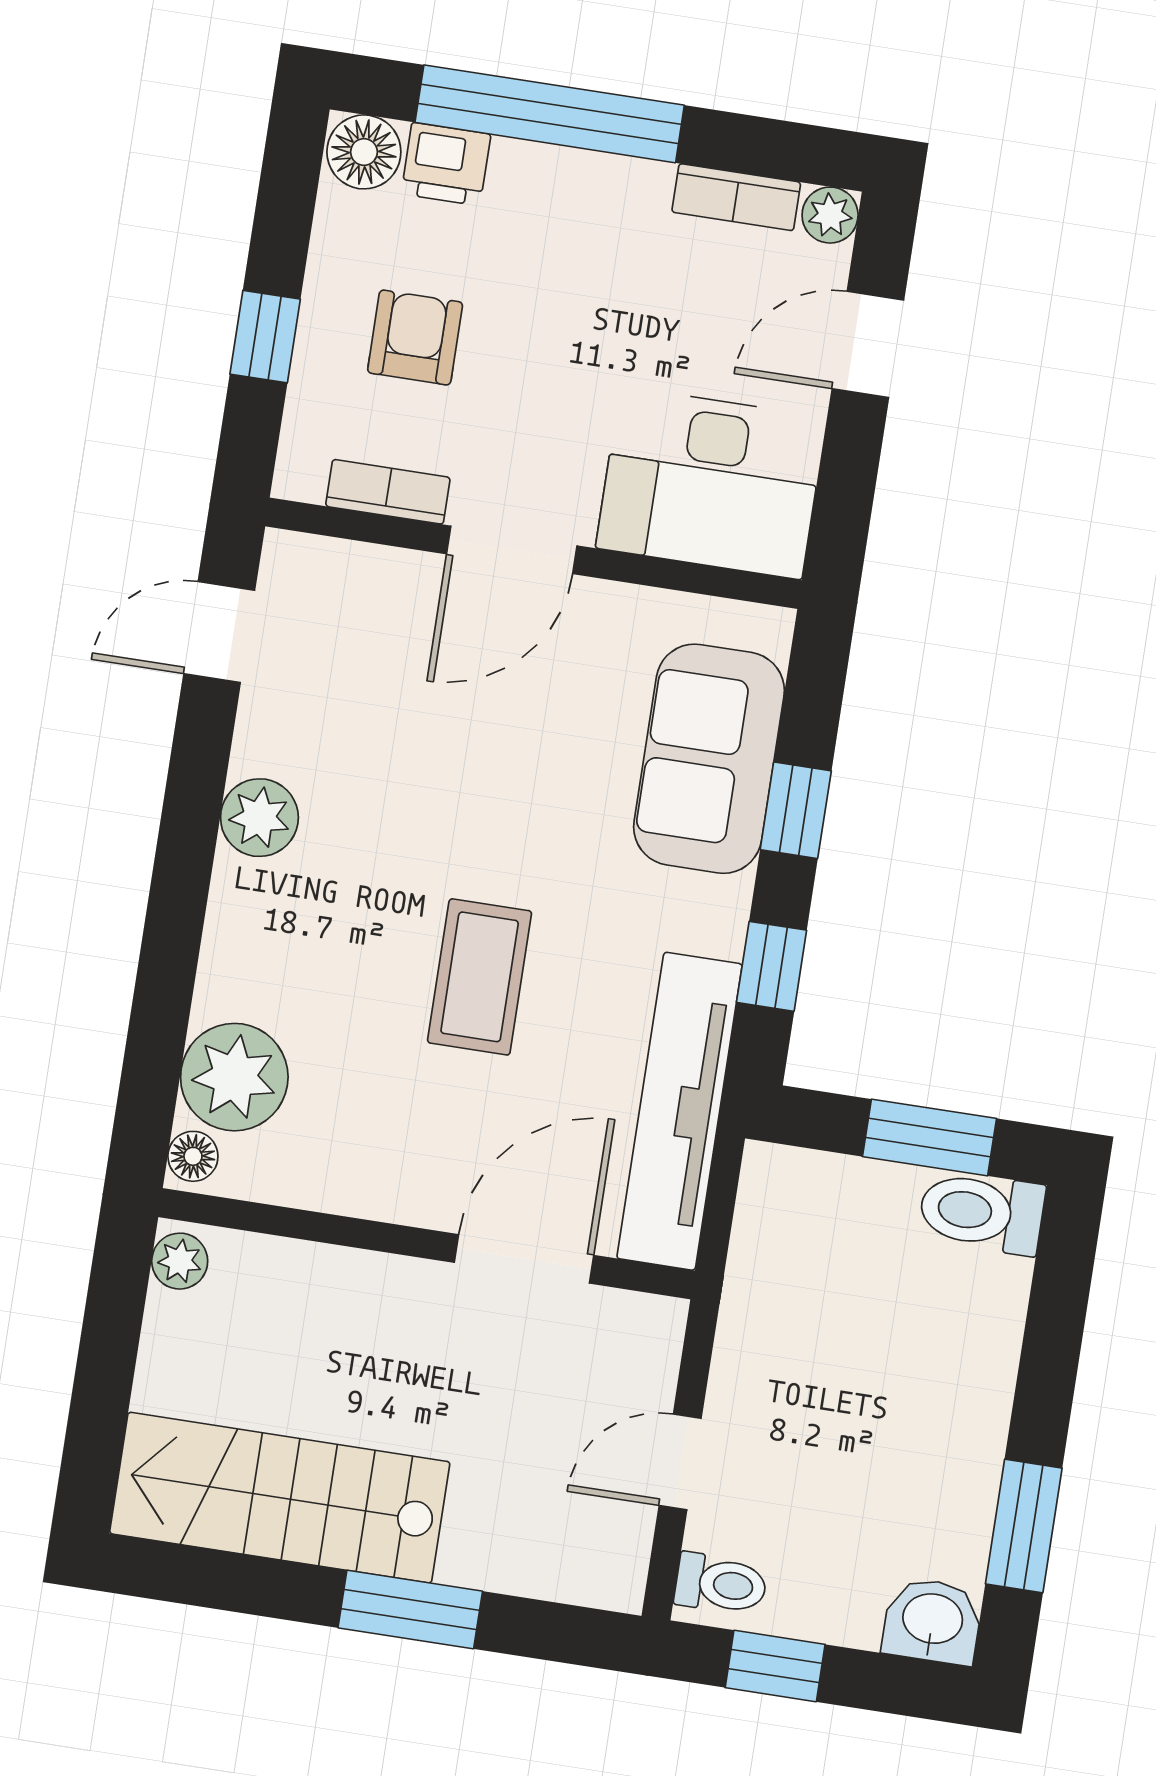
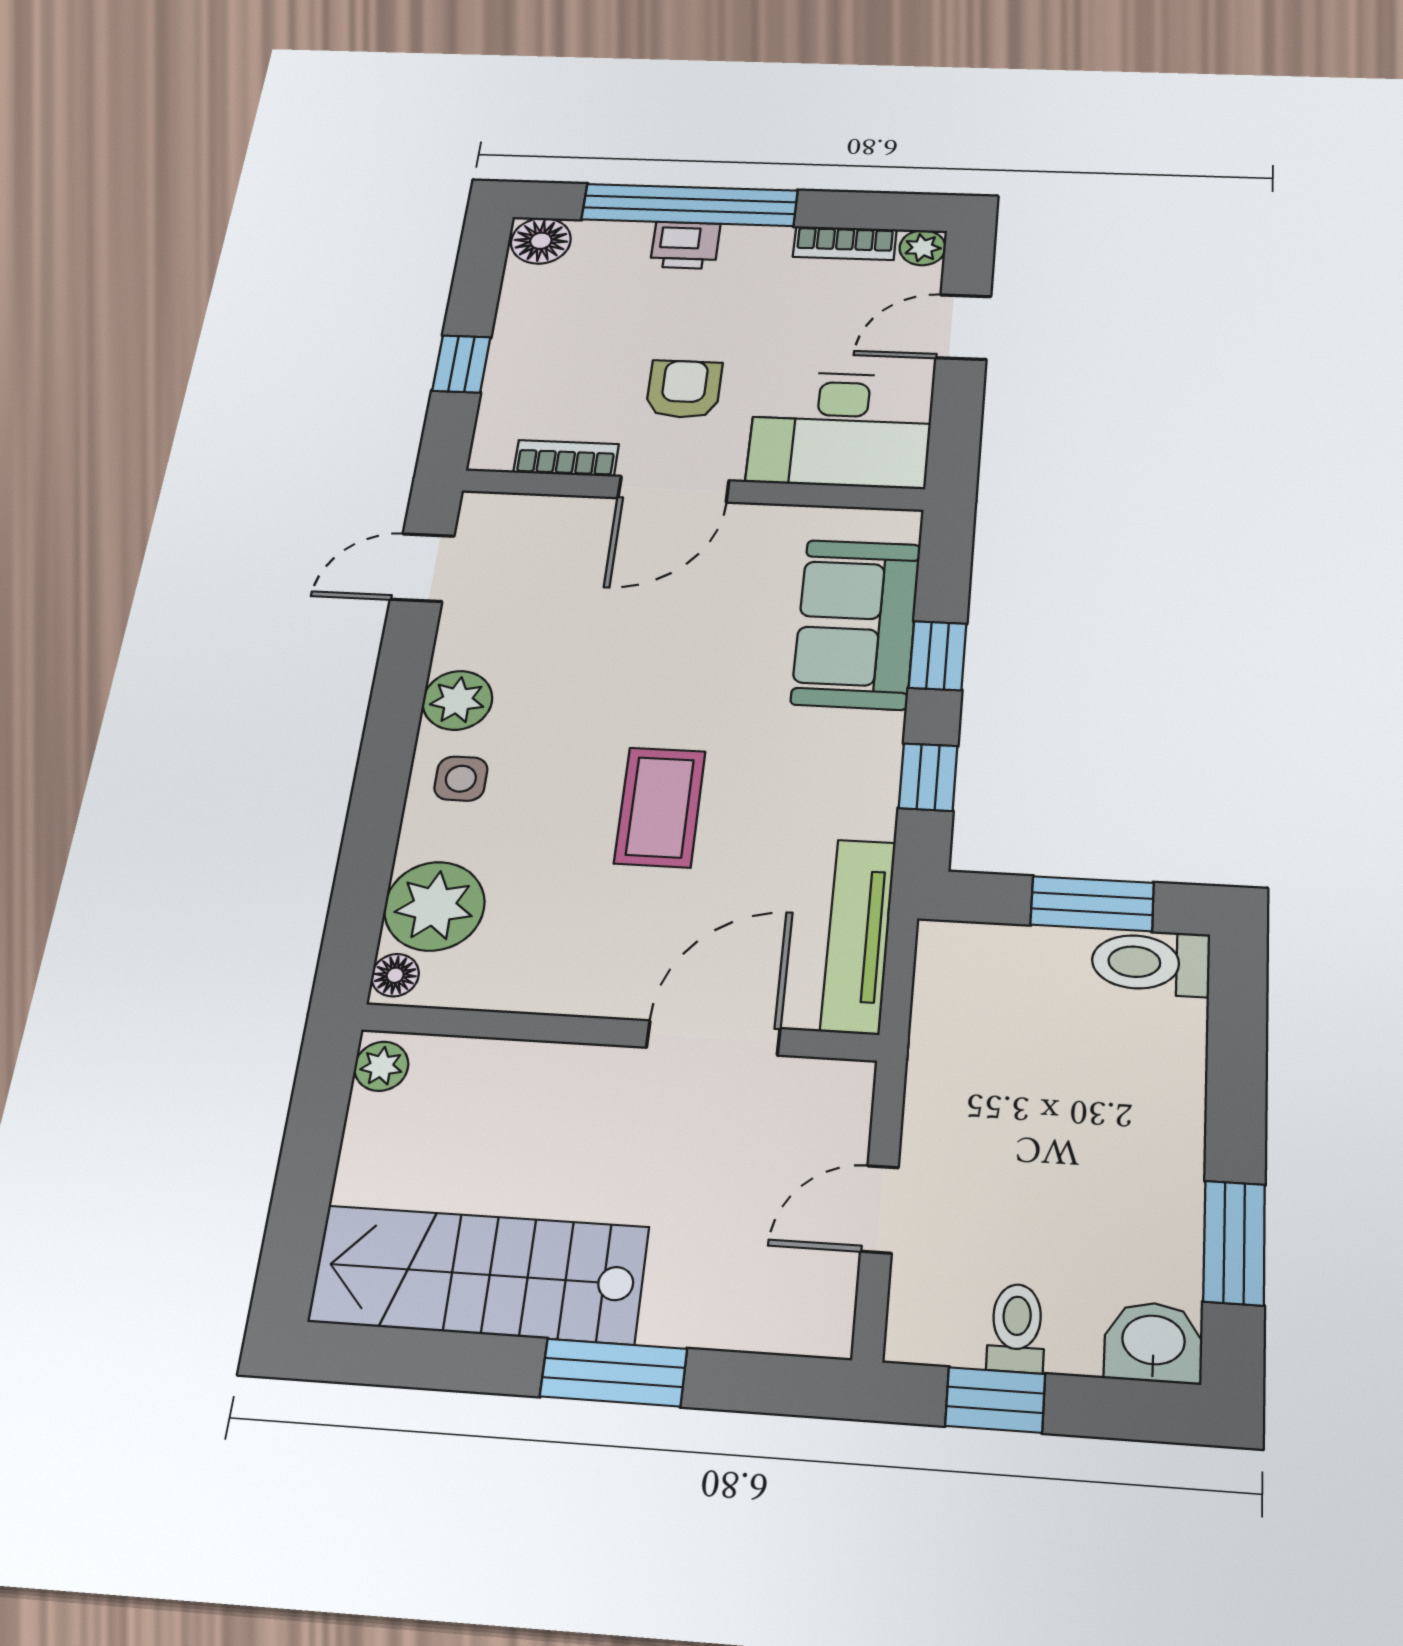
printer: (446, 164) -> (685, 245), moved
armchair: (415, 337) -> (684, 389), moved
side table: (263, 920) -> (461, 779), added
tv unit: (679, 1111) -> (858, 936), width x0.73, depth x0.78
toilet: (721, 1584) -> (1016, 1328), moved, turned -90

